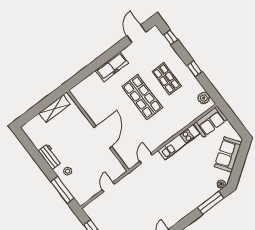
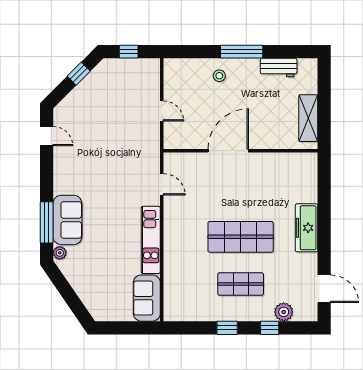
window: (171, 37) -> (270, 328), moved
plant: (204, 98) -> (284, 312), moved
door: (103, 137) -> (228, 151), swing flipped
sofa: (228, 154) -> (67, 220), moved, turned 35
workbench: (50, 157) -> (279, 68), moved
window: (62, 190) -> (242, 52), moved

